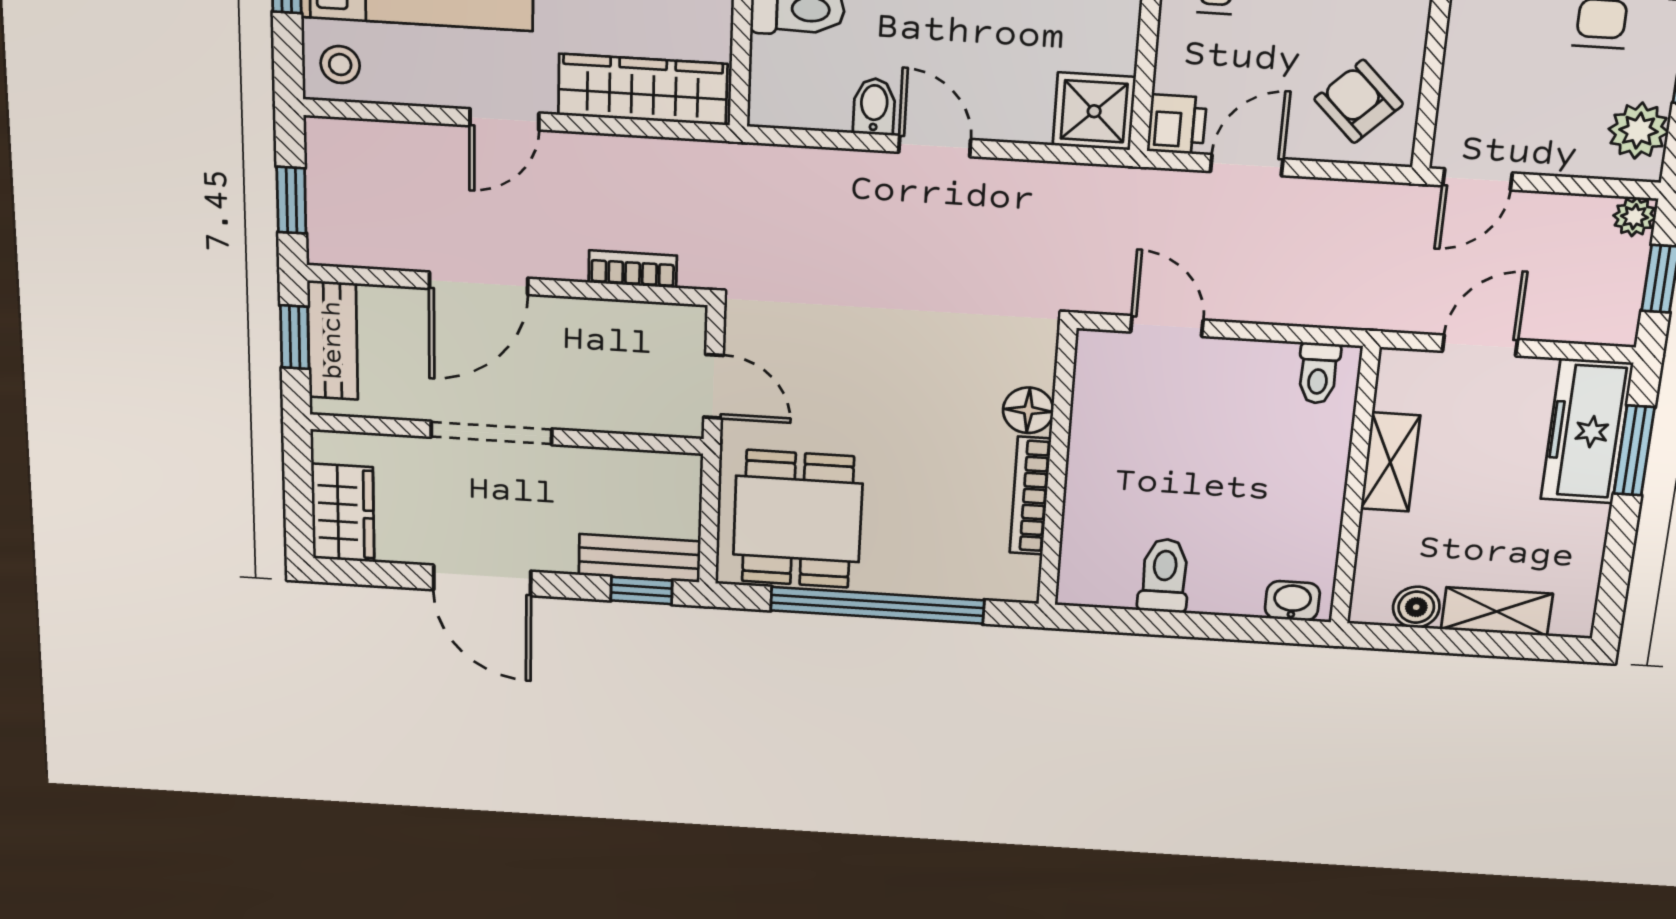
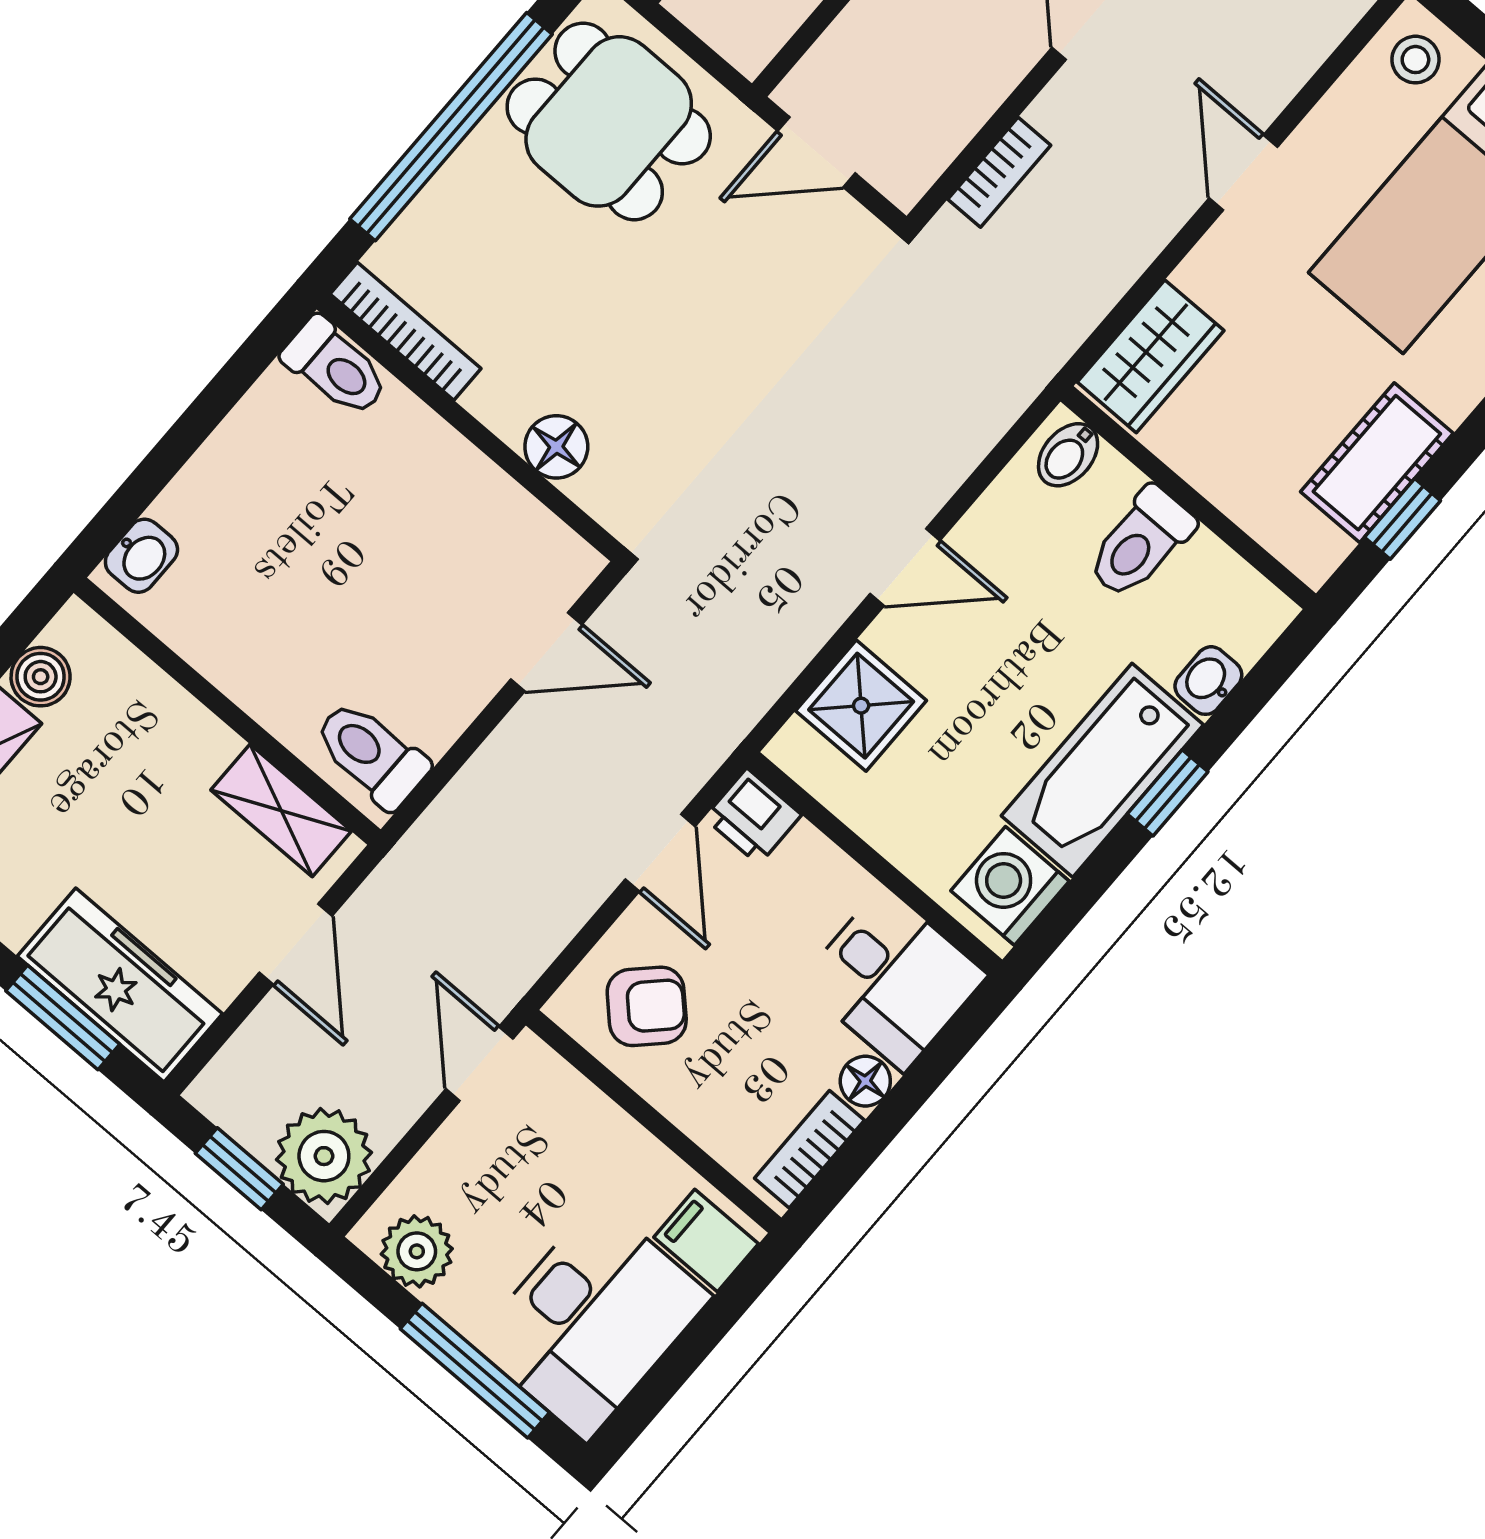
wardrobe: (643, 89) -> (1151, 356), width x0.67
bidet: (874, 106) -> (1068, 455), moved, turned 90
shower: (1094, 111) -> (861, 706), moved
plant: (1634, 217) -> (324, 1156), width x1.87, depth x1.87
toilet: (1318, 373) -> (371, 754), width x1.37, depth x1.39
shelving: (1390, 462) -> (281, 811), moved
bookcase: (1030, 496) -> (406, 331), moved
toilet: (1164, 576) -> (335, 367), moved

